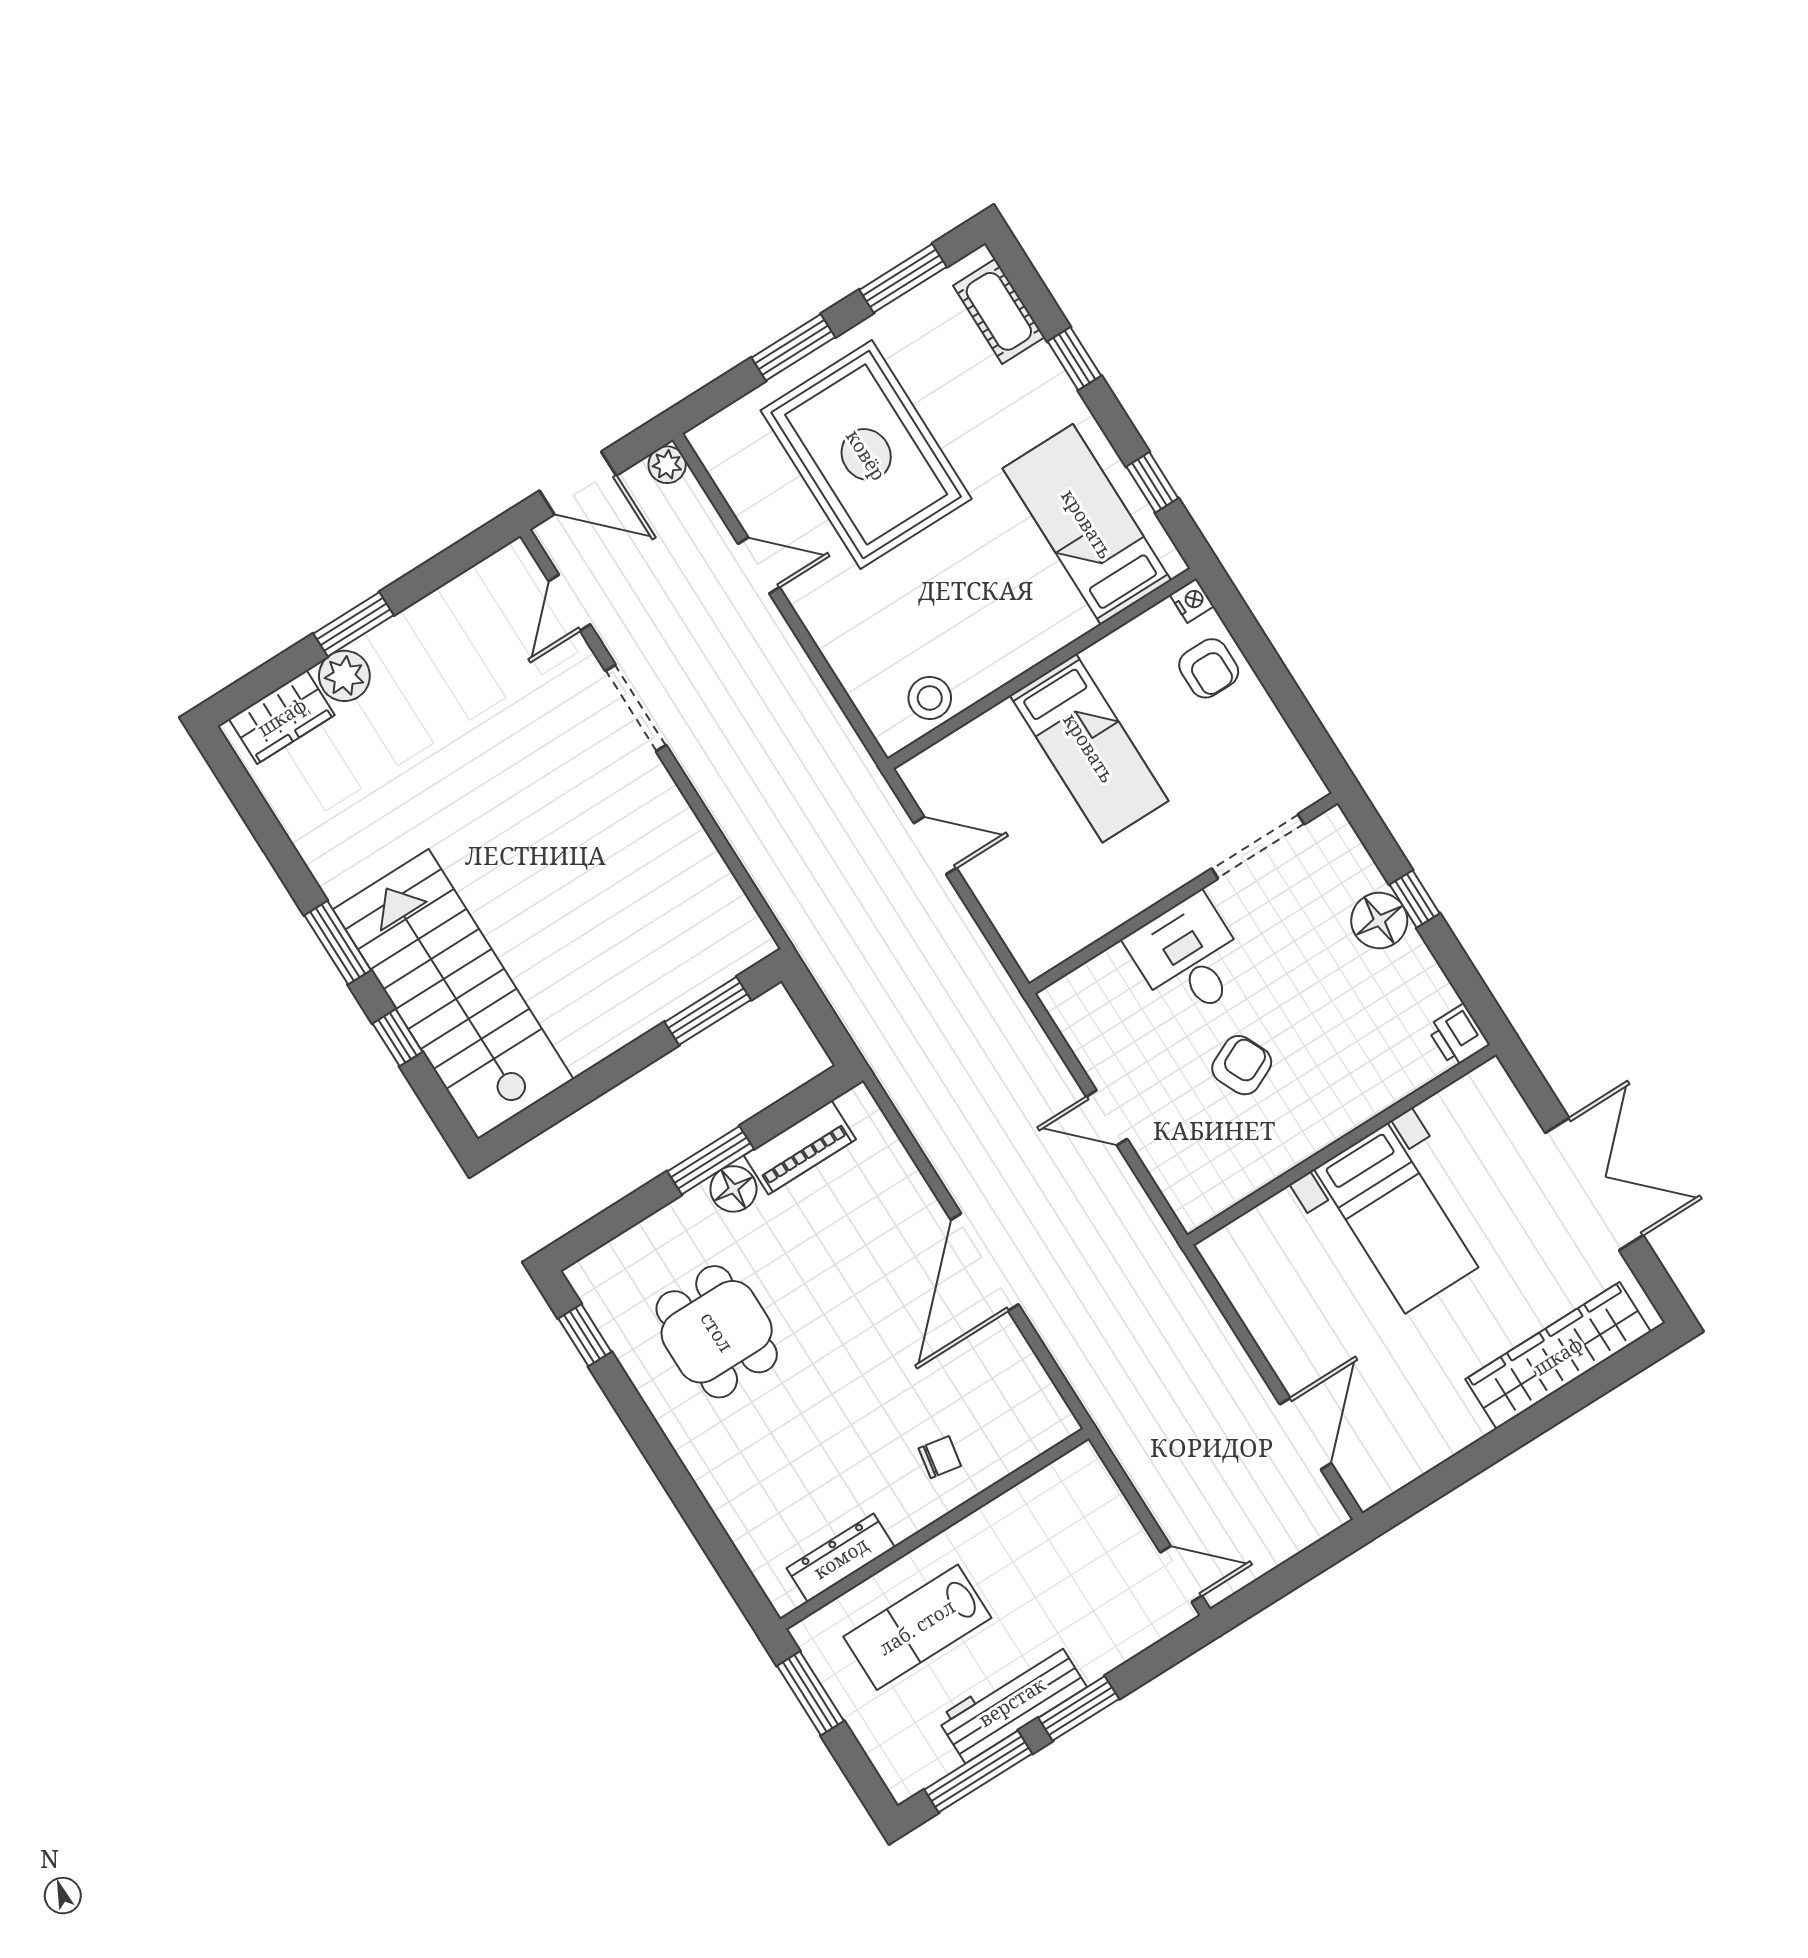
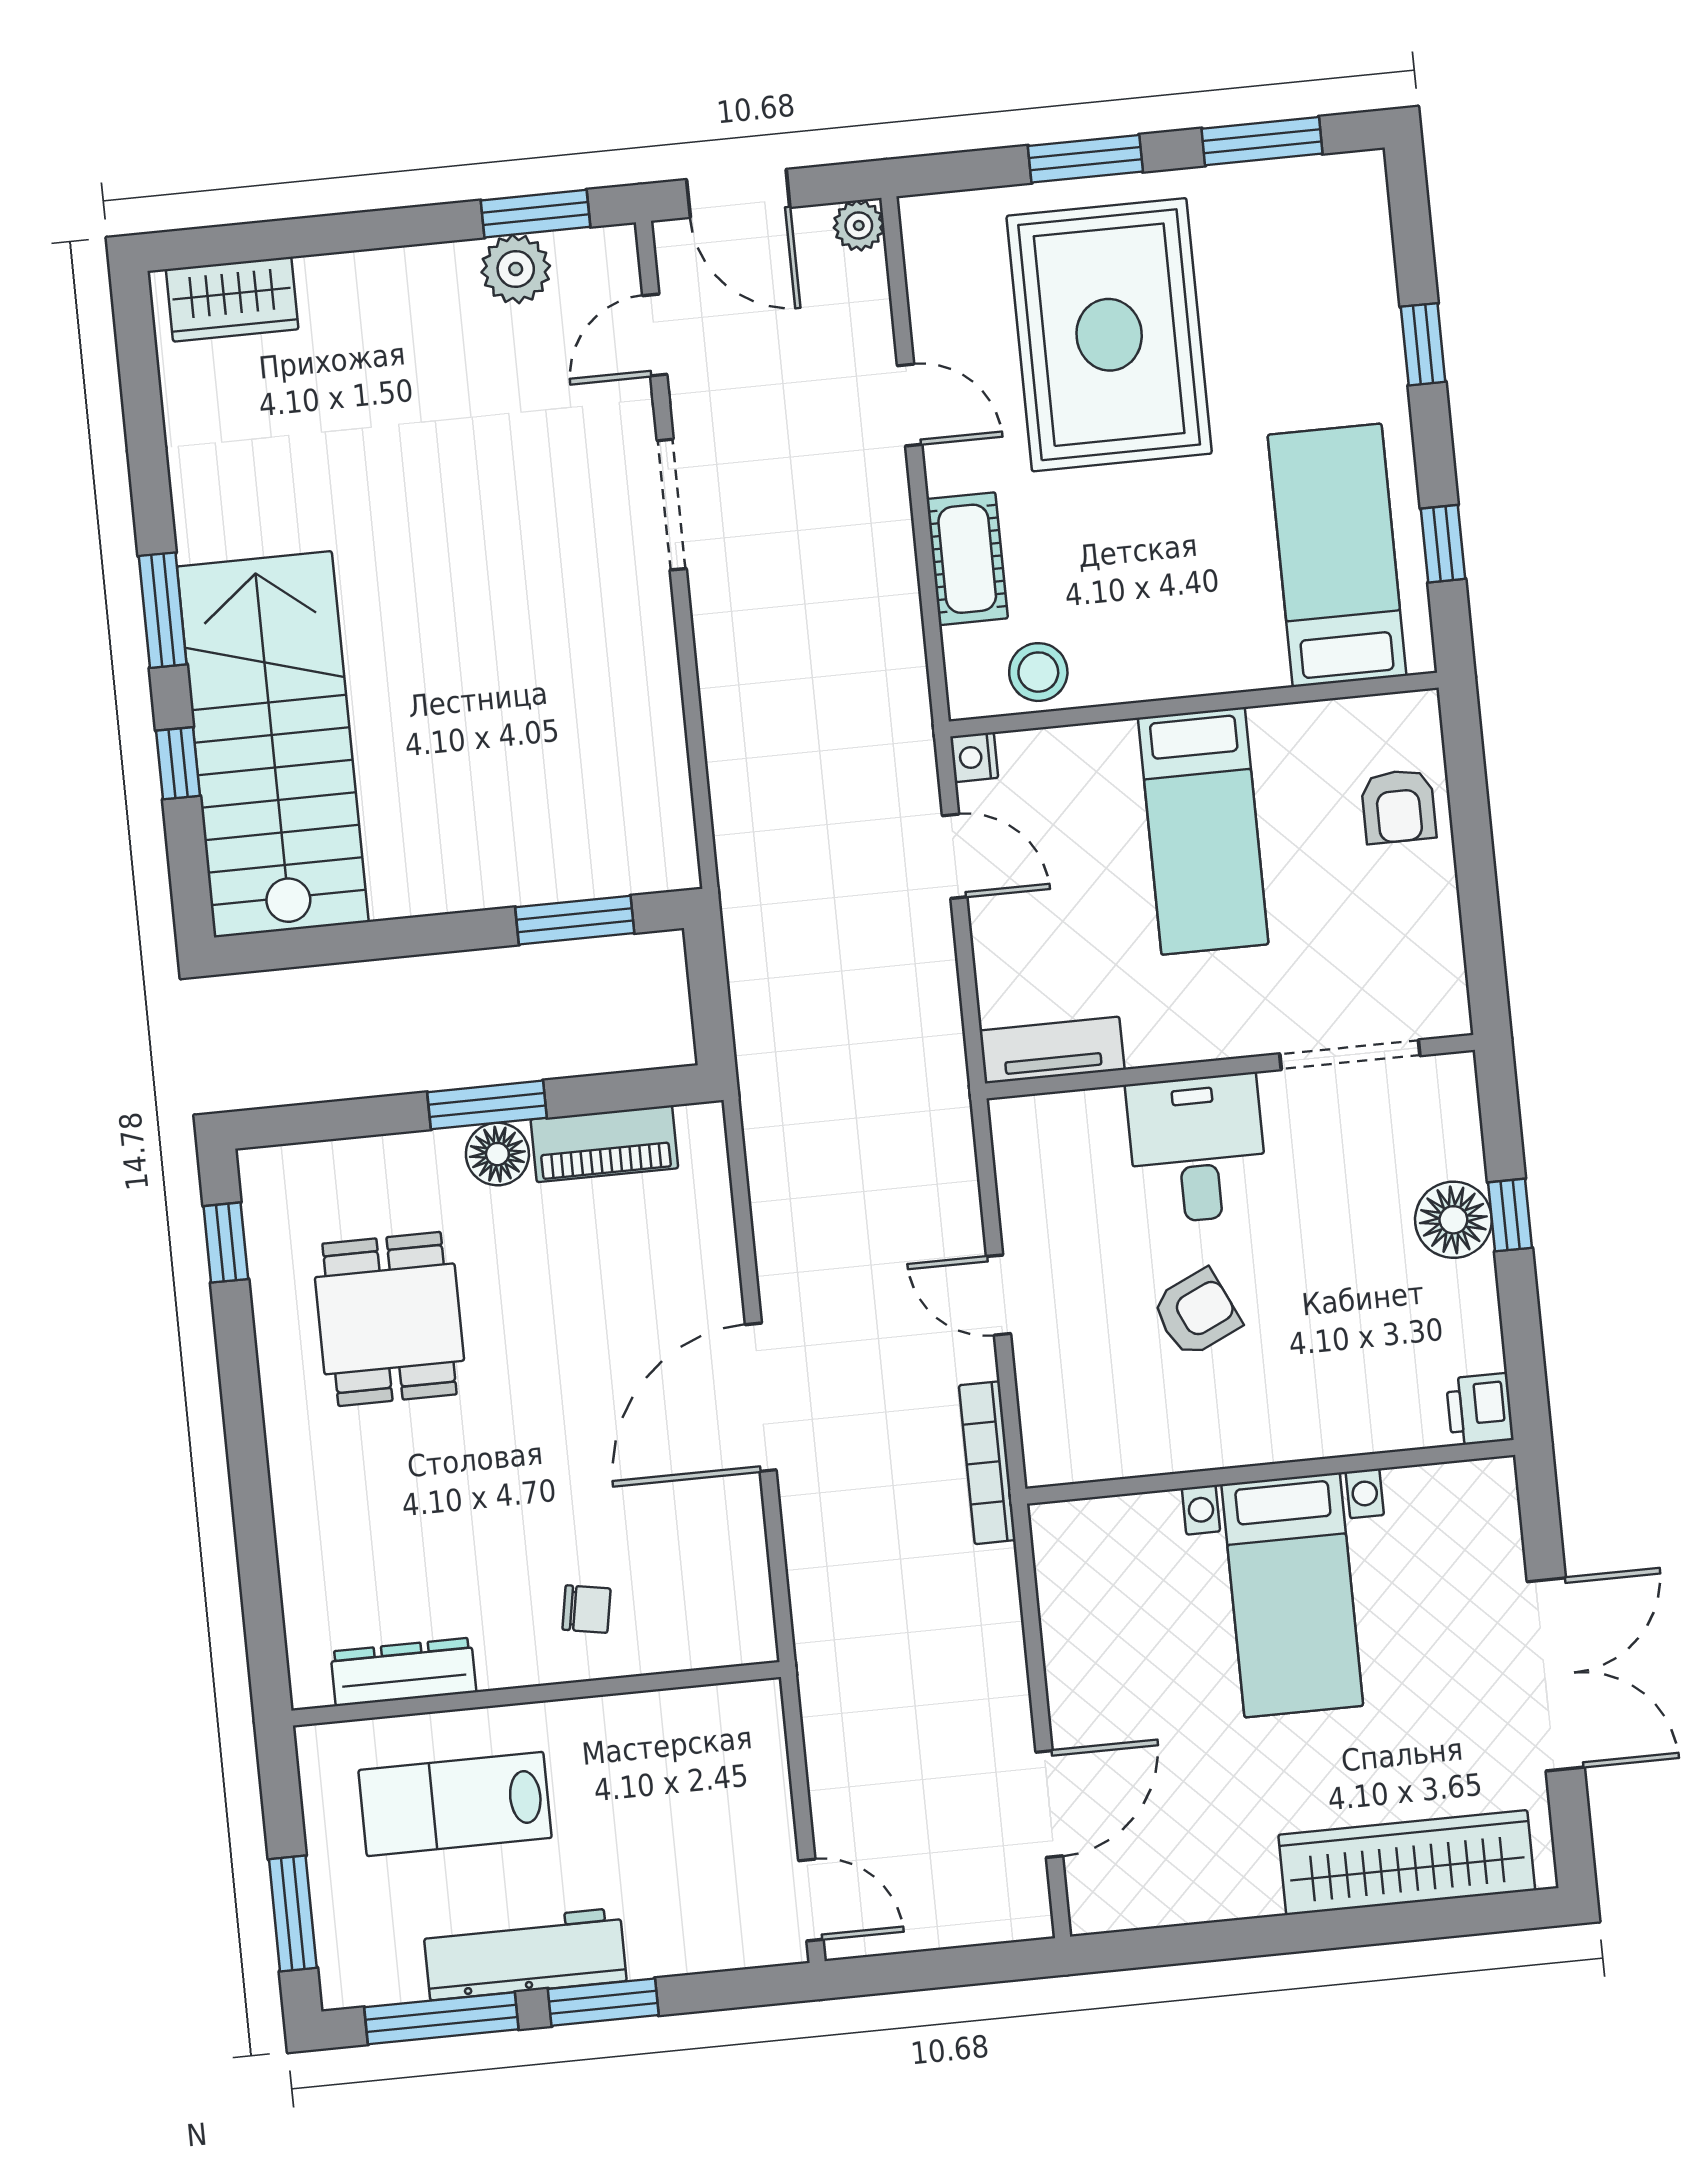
cot: (999, 311) -> (967, 559), moved
nightstand: (1192, 600) -> (974, 757), moved, turned 180
window: (354, 624) -> (535, 214), moved
plant: (344, 676) -> (516, 269), moved
tv unit: (1062, 940) -> (1052, 1050), added
bookcase: (1154, 1231) -> (987, 1463), added
window: (810, 1693) -> (293, 1914), moved

